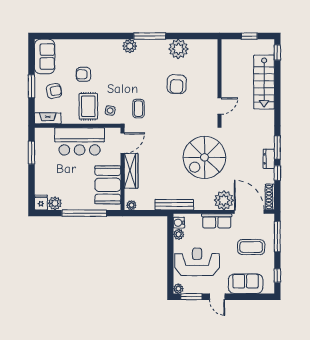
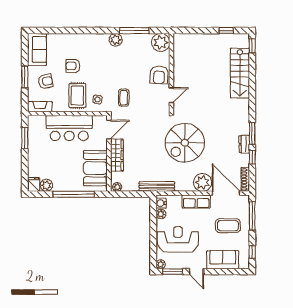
wall: (220, 82) -> (171, 73), moved
door: (220, 106) -> (171, 95), moved

